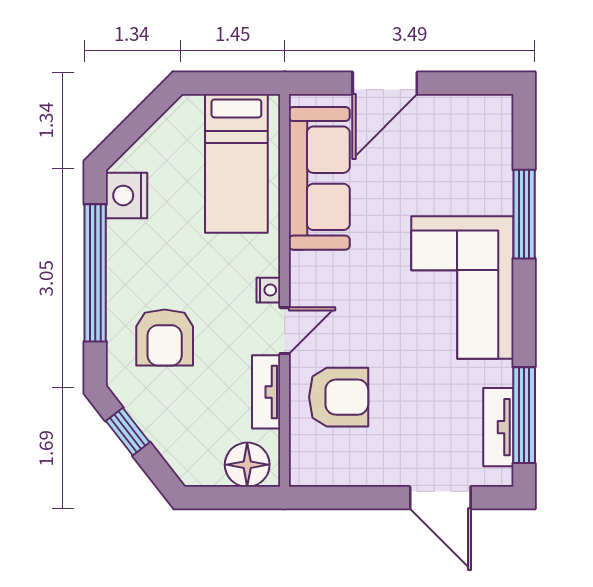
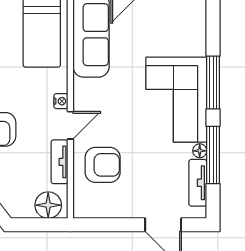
window: (524, 214) -> (213, 82), moved
floor lamp: (502, 373) -> (200, 151), added
window: (524, 415) -> (213, 155), moved

